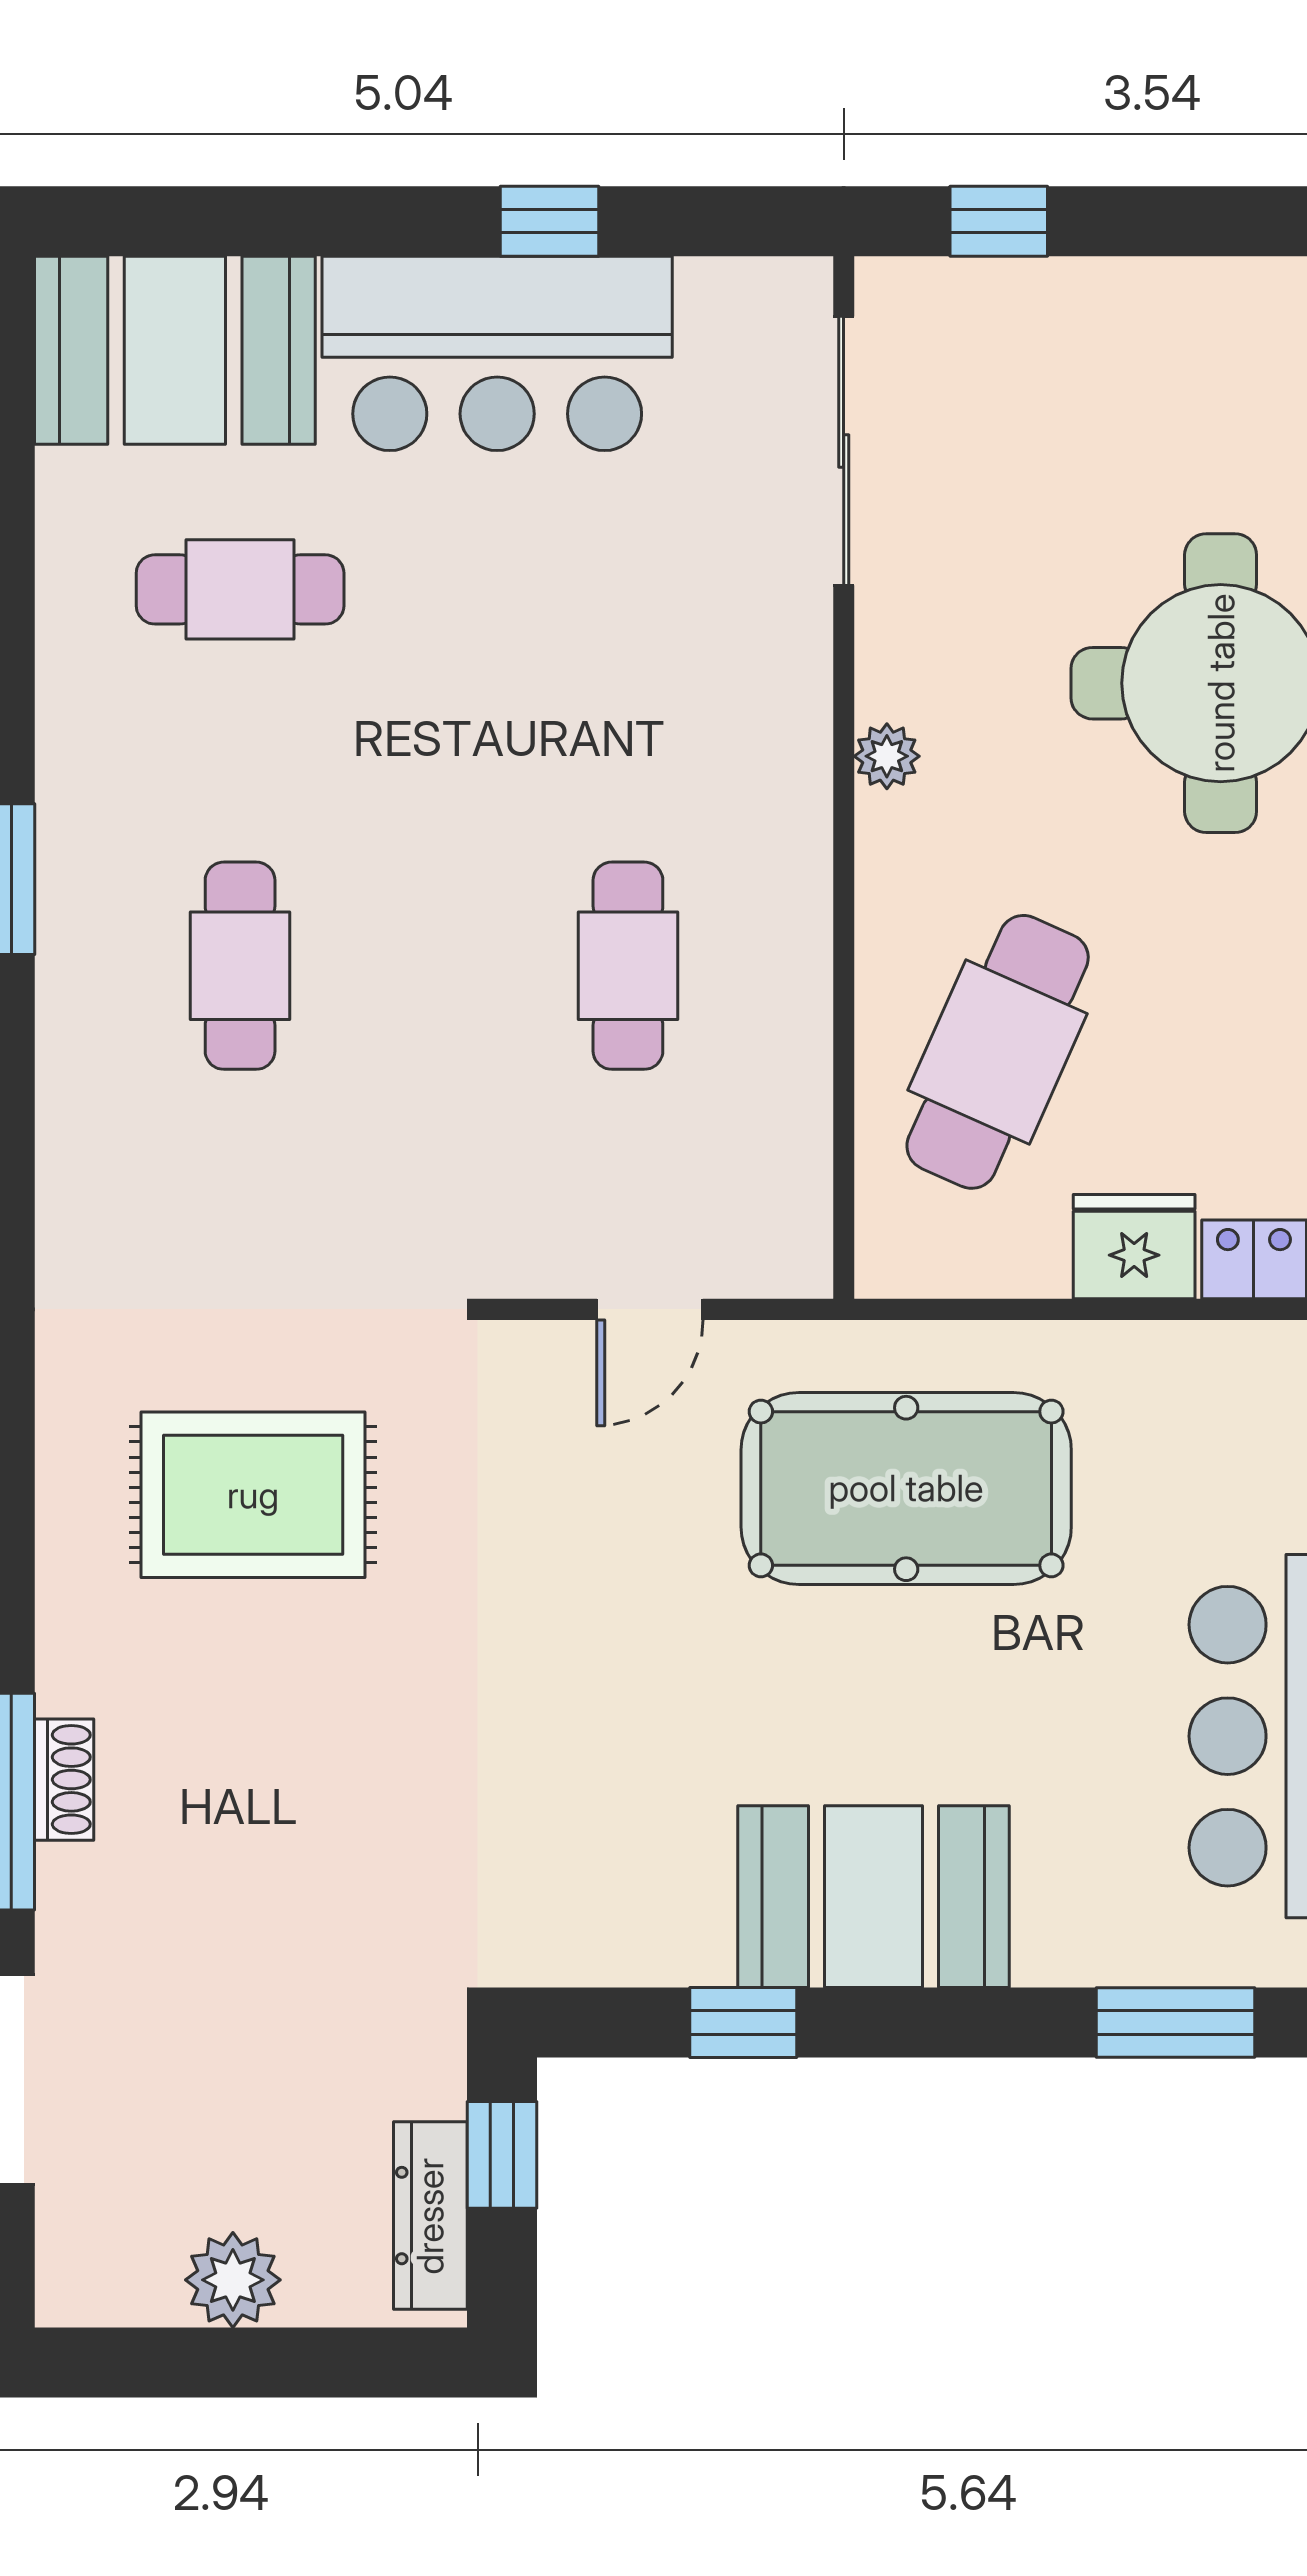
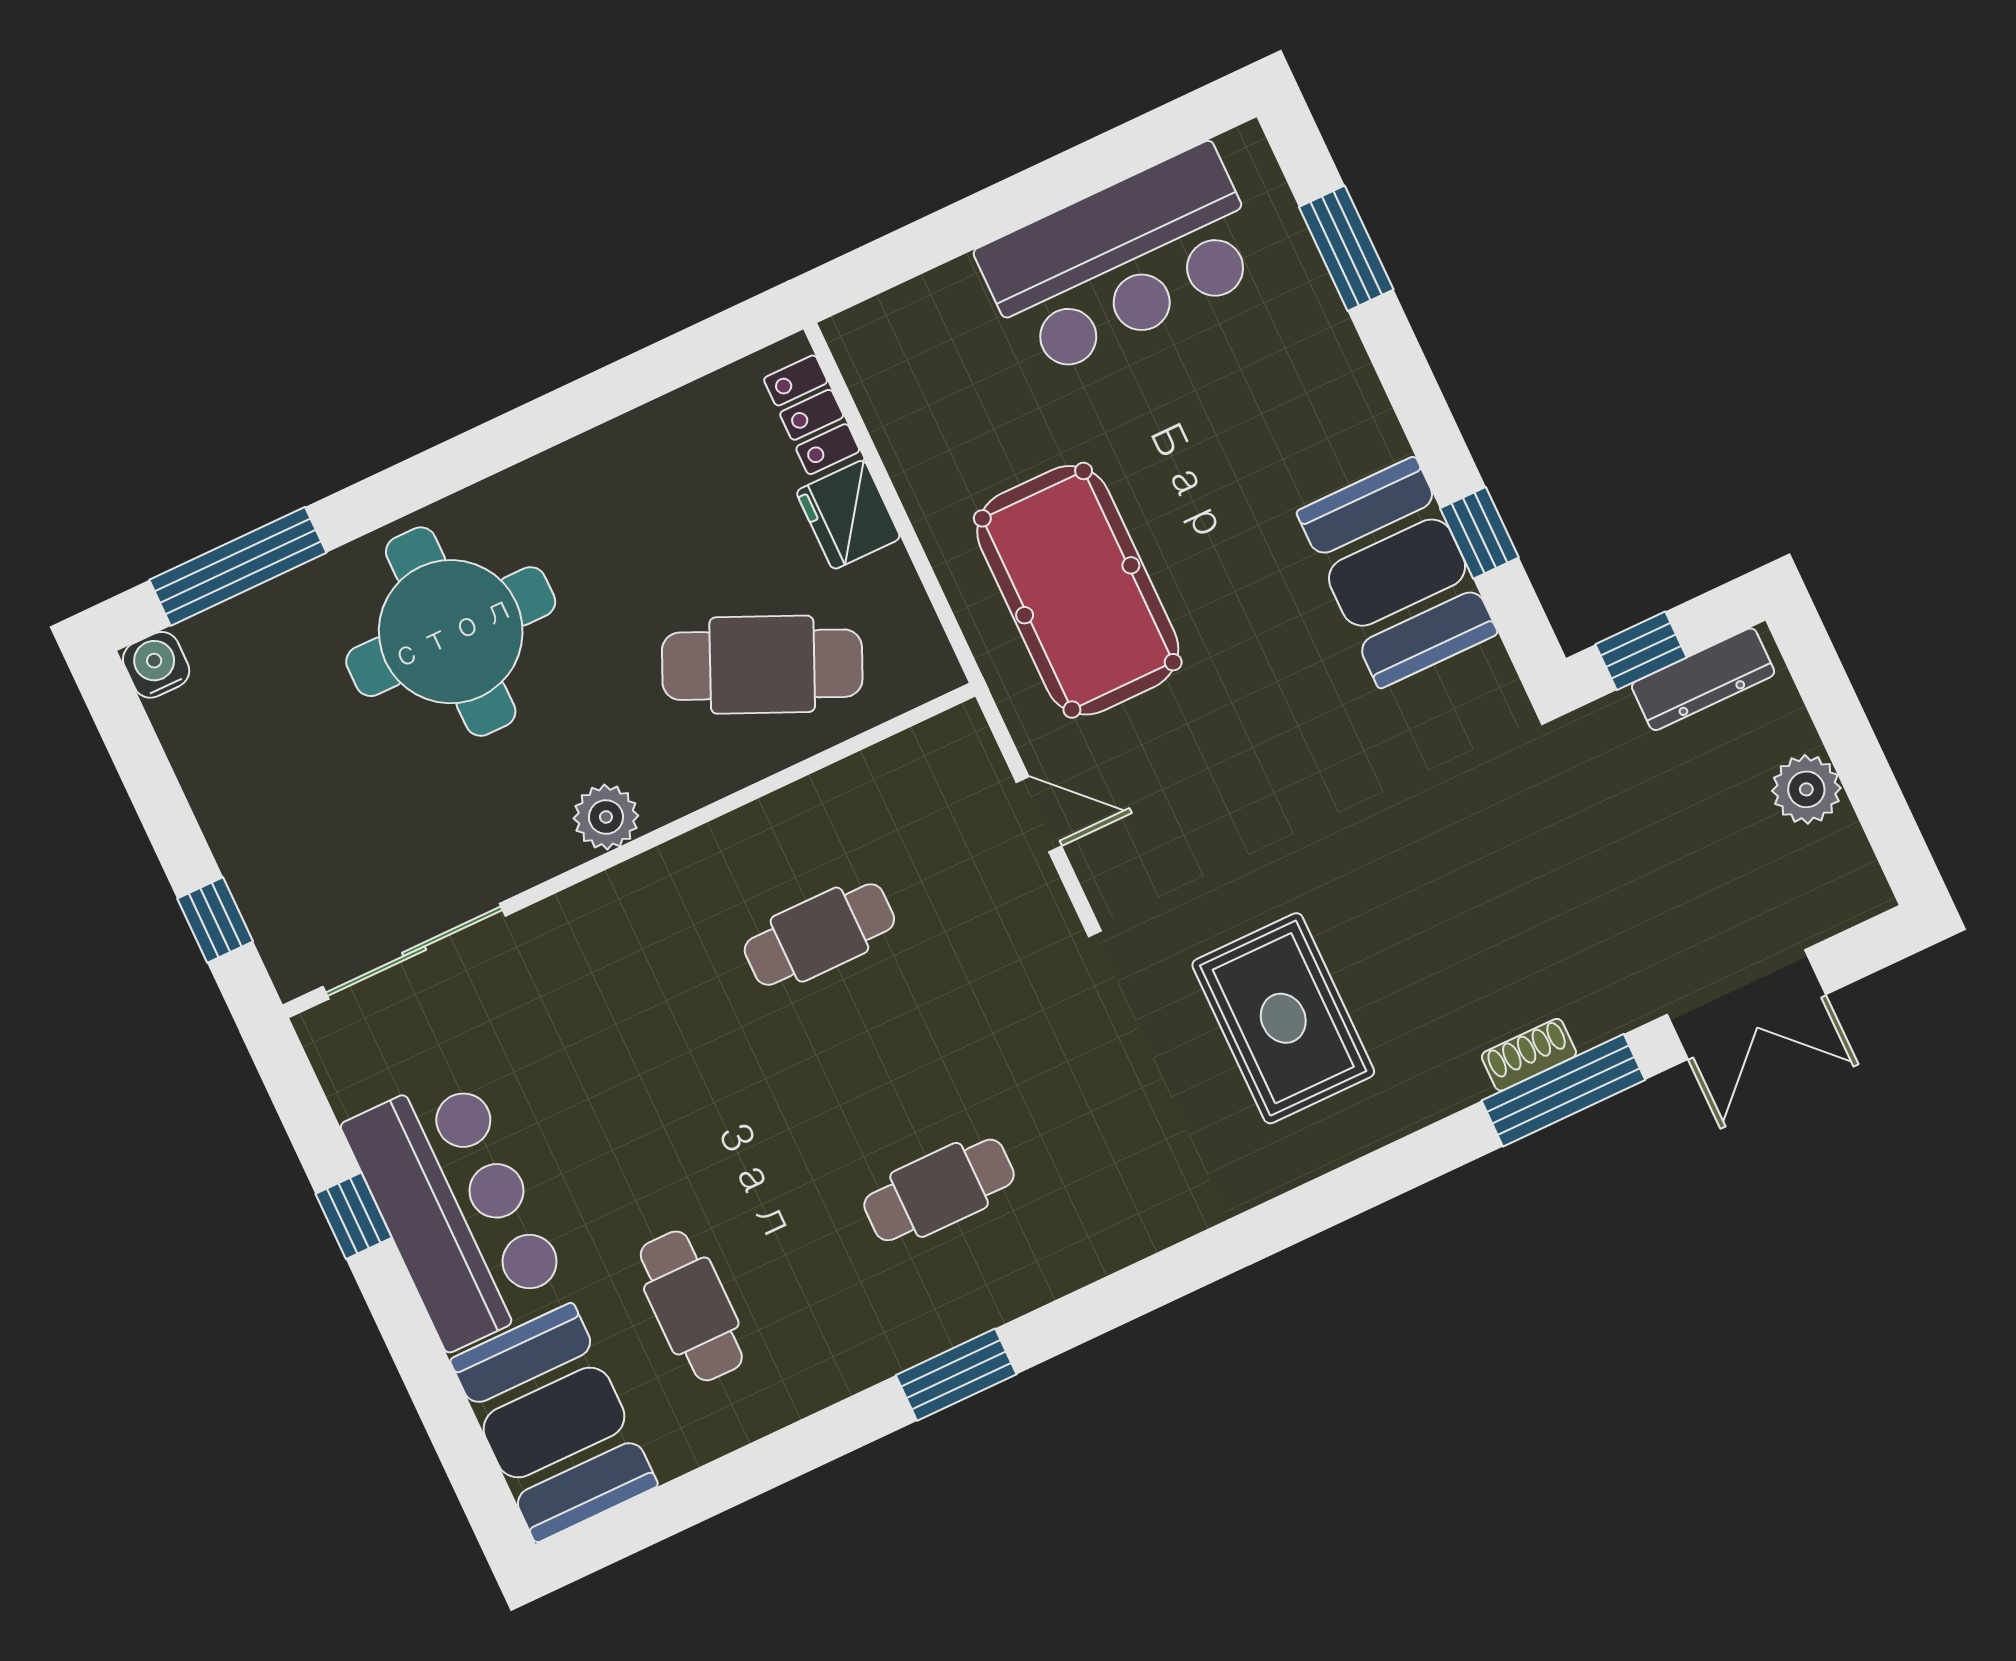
plant: (887, 756) -> (606, 817), width x1.38, depth x1.38
booth: (873, 1897) -> (1397, 573), moved

